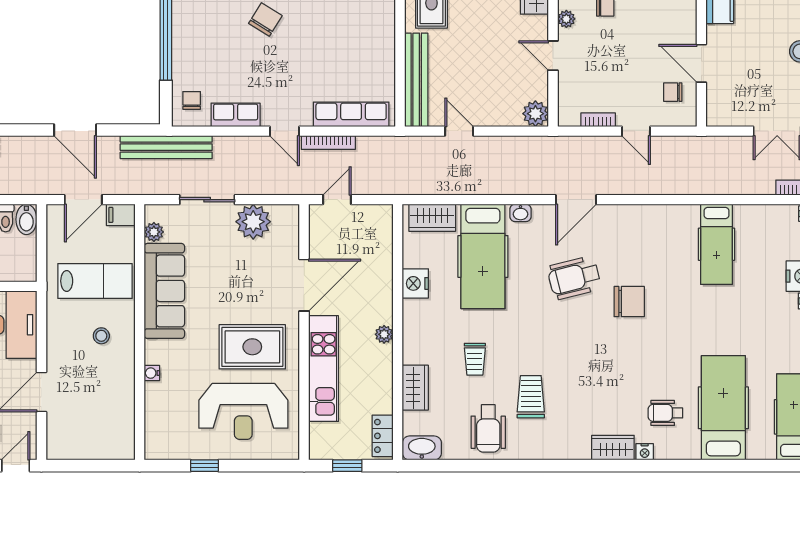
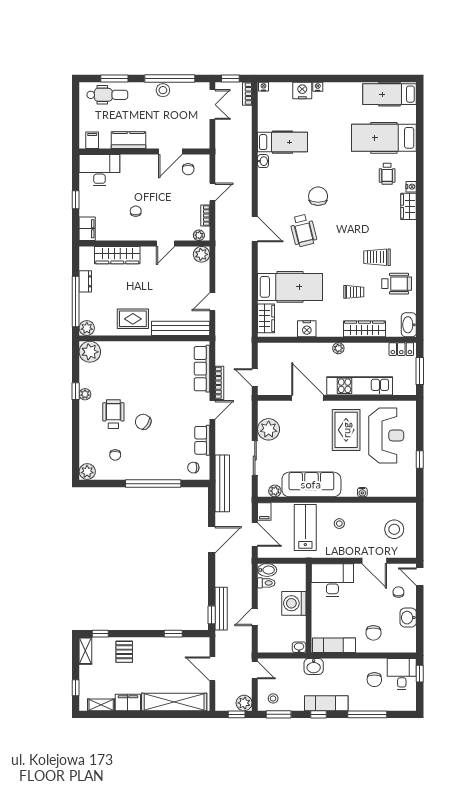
plant: (566, 19) -> (199, 235), moved
washbasin: (521, 213) -> (263, 161), moved
wardrobe: (415, 388) -> (364, 329), width x1.50
stool: (92, 424) -> (394, 529), added
window: (347, 466) -> (420, 371), width x1.50

